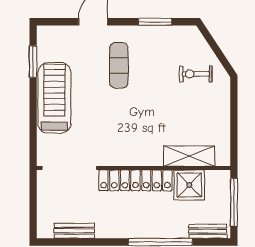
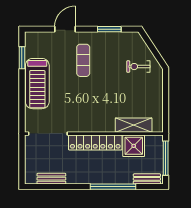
treadmill: (54, 98) -> (37, 84), turned 180

